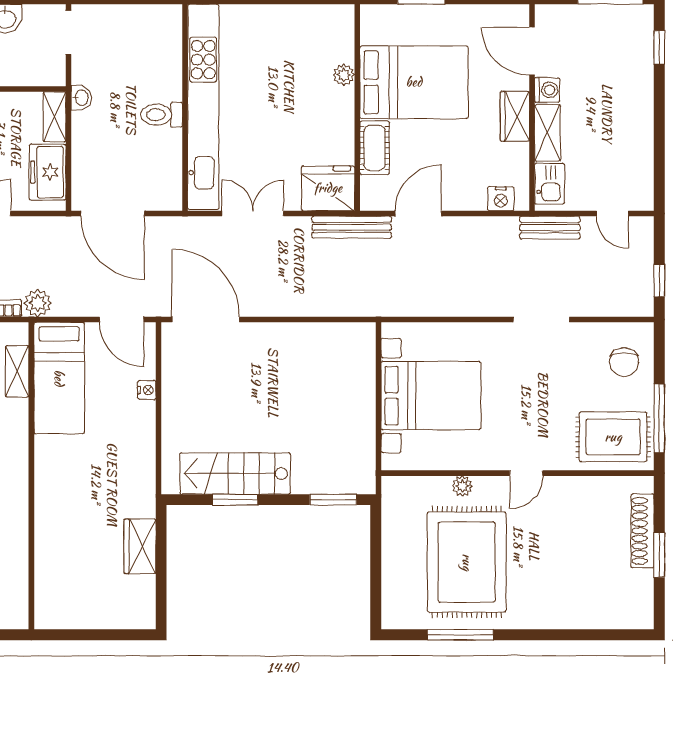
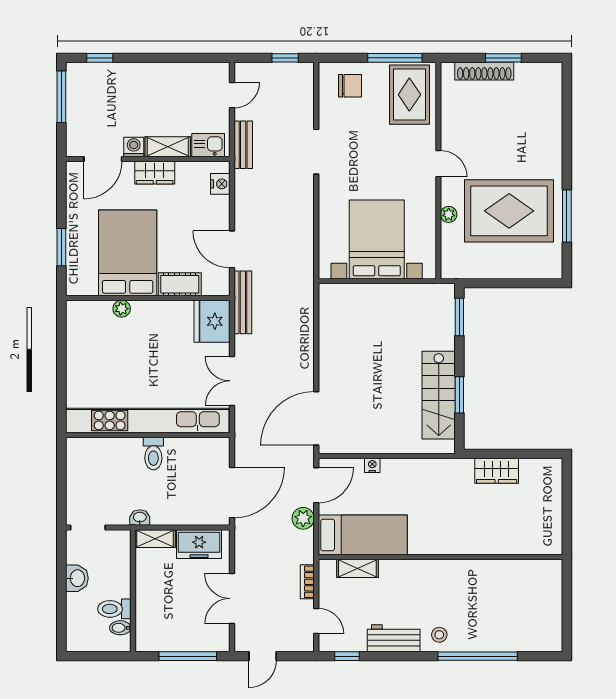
plant: (38, 303) -> (303, 518), moved

